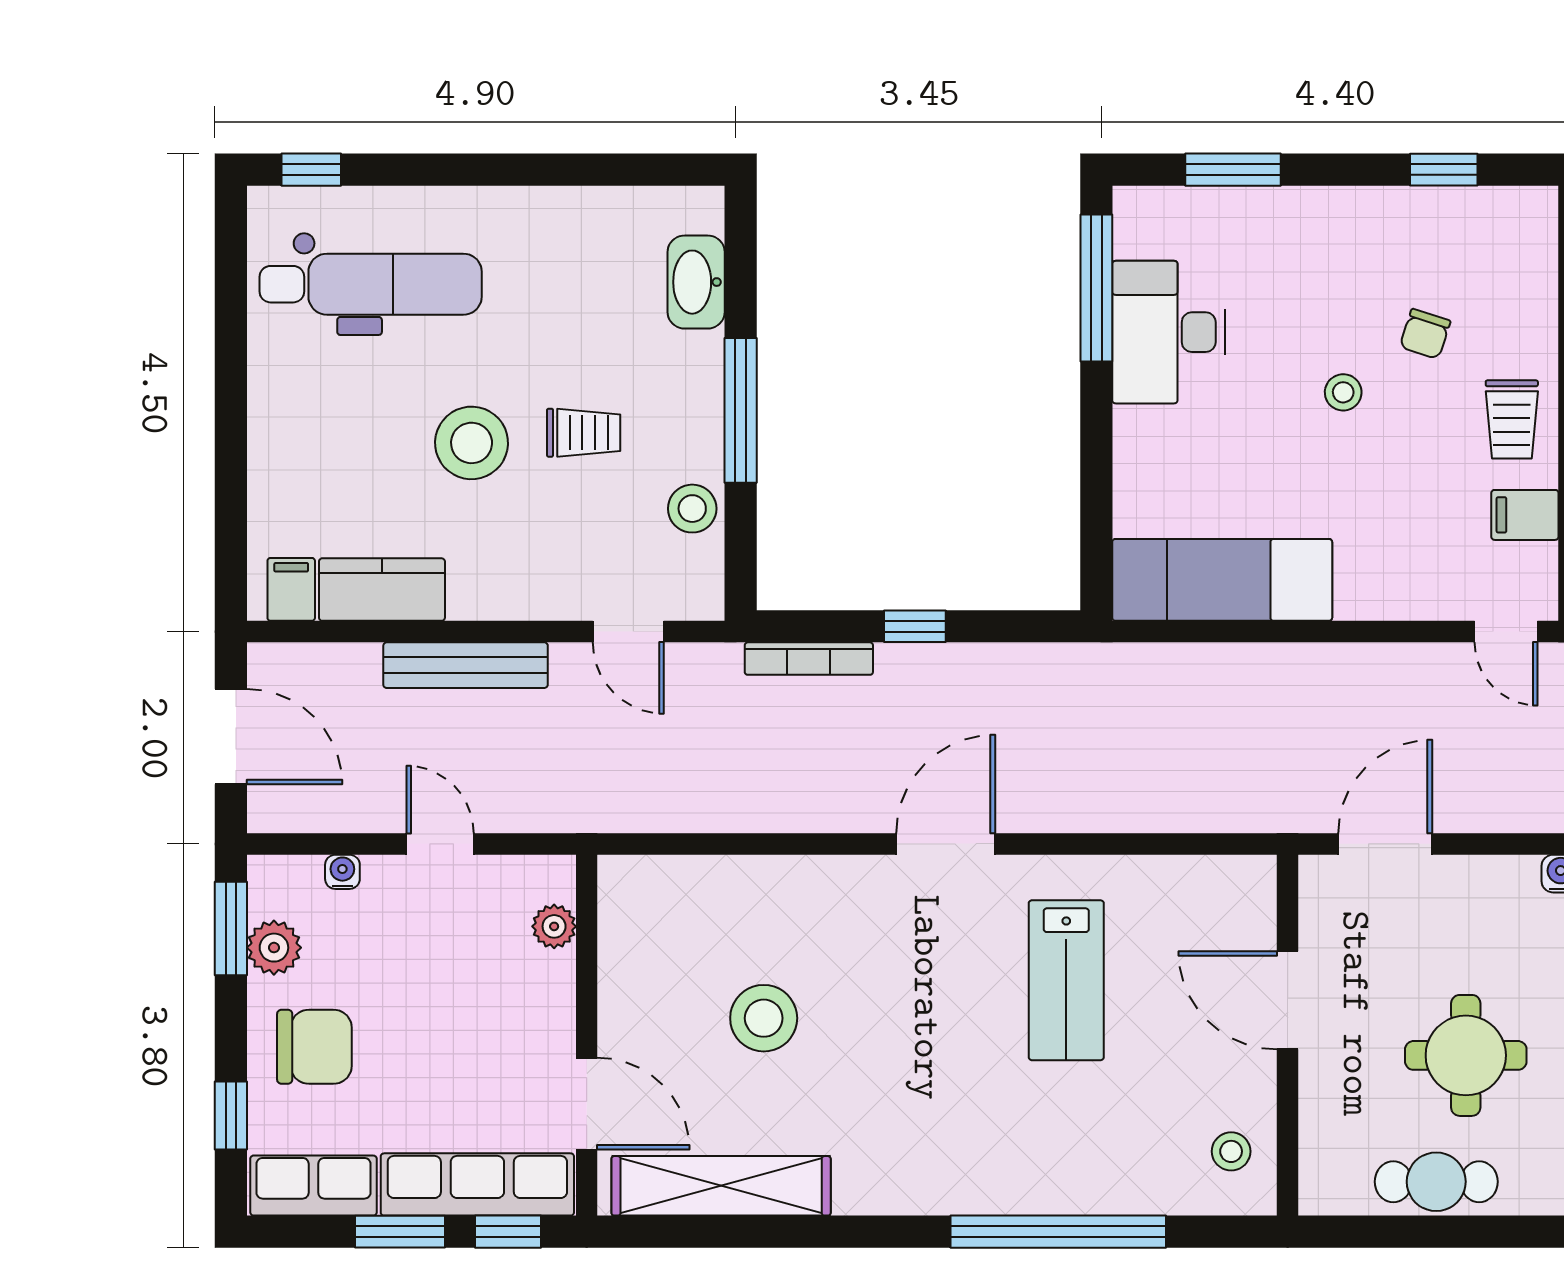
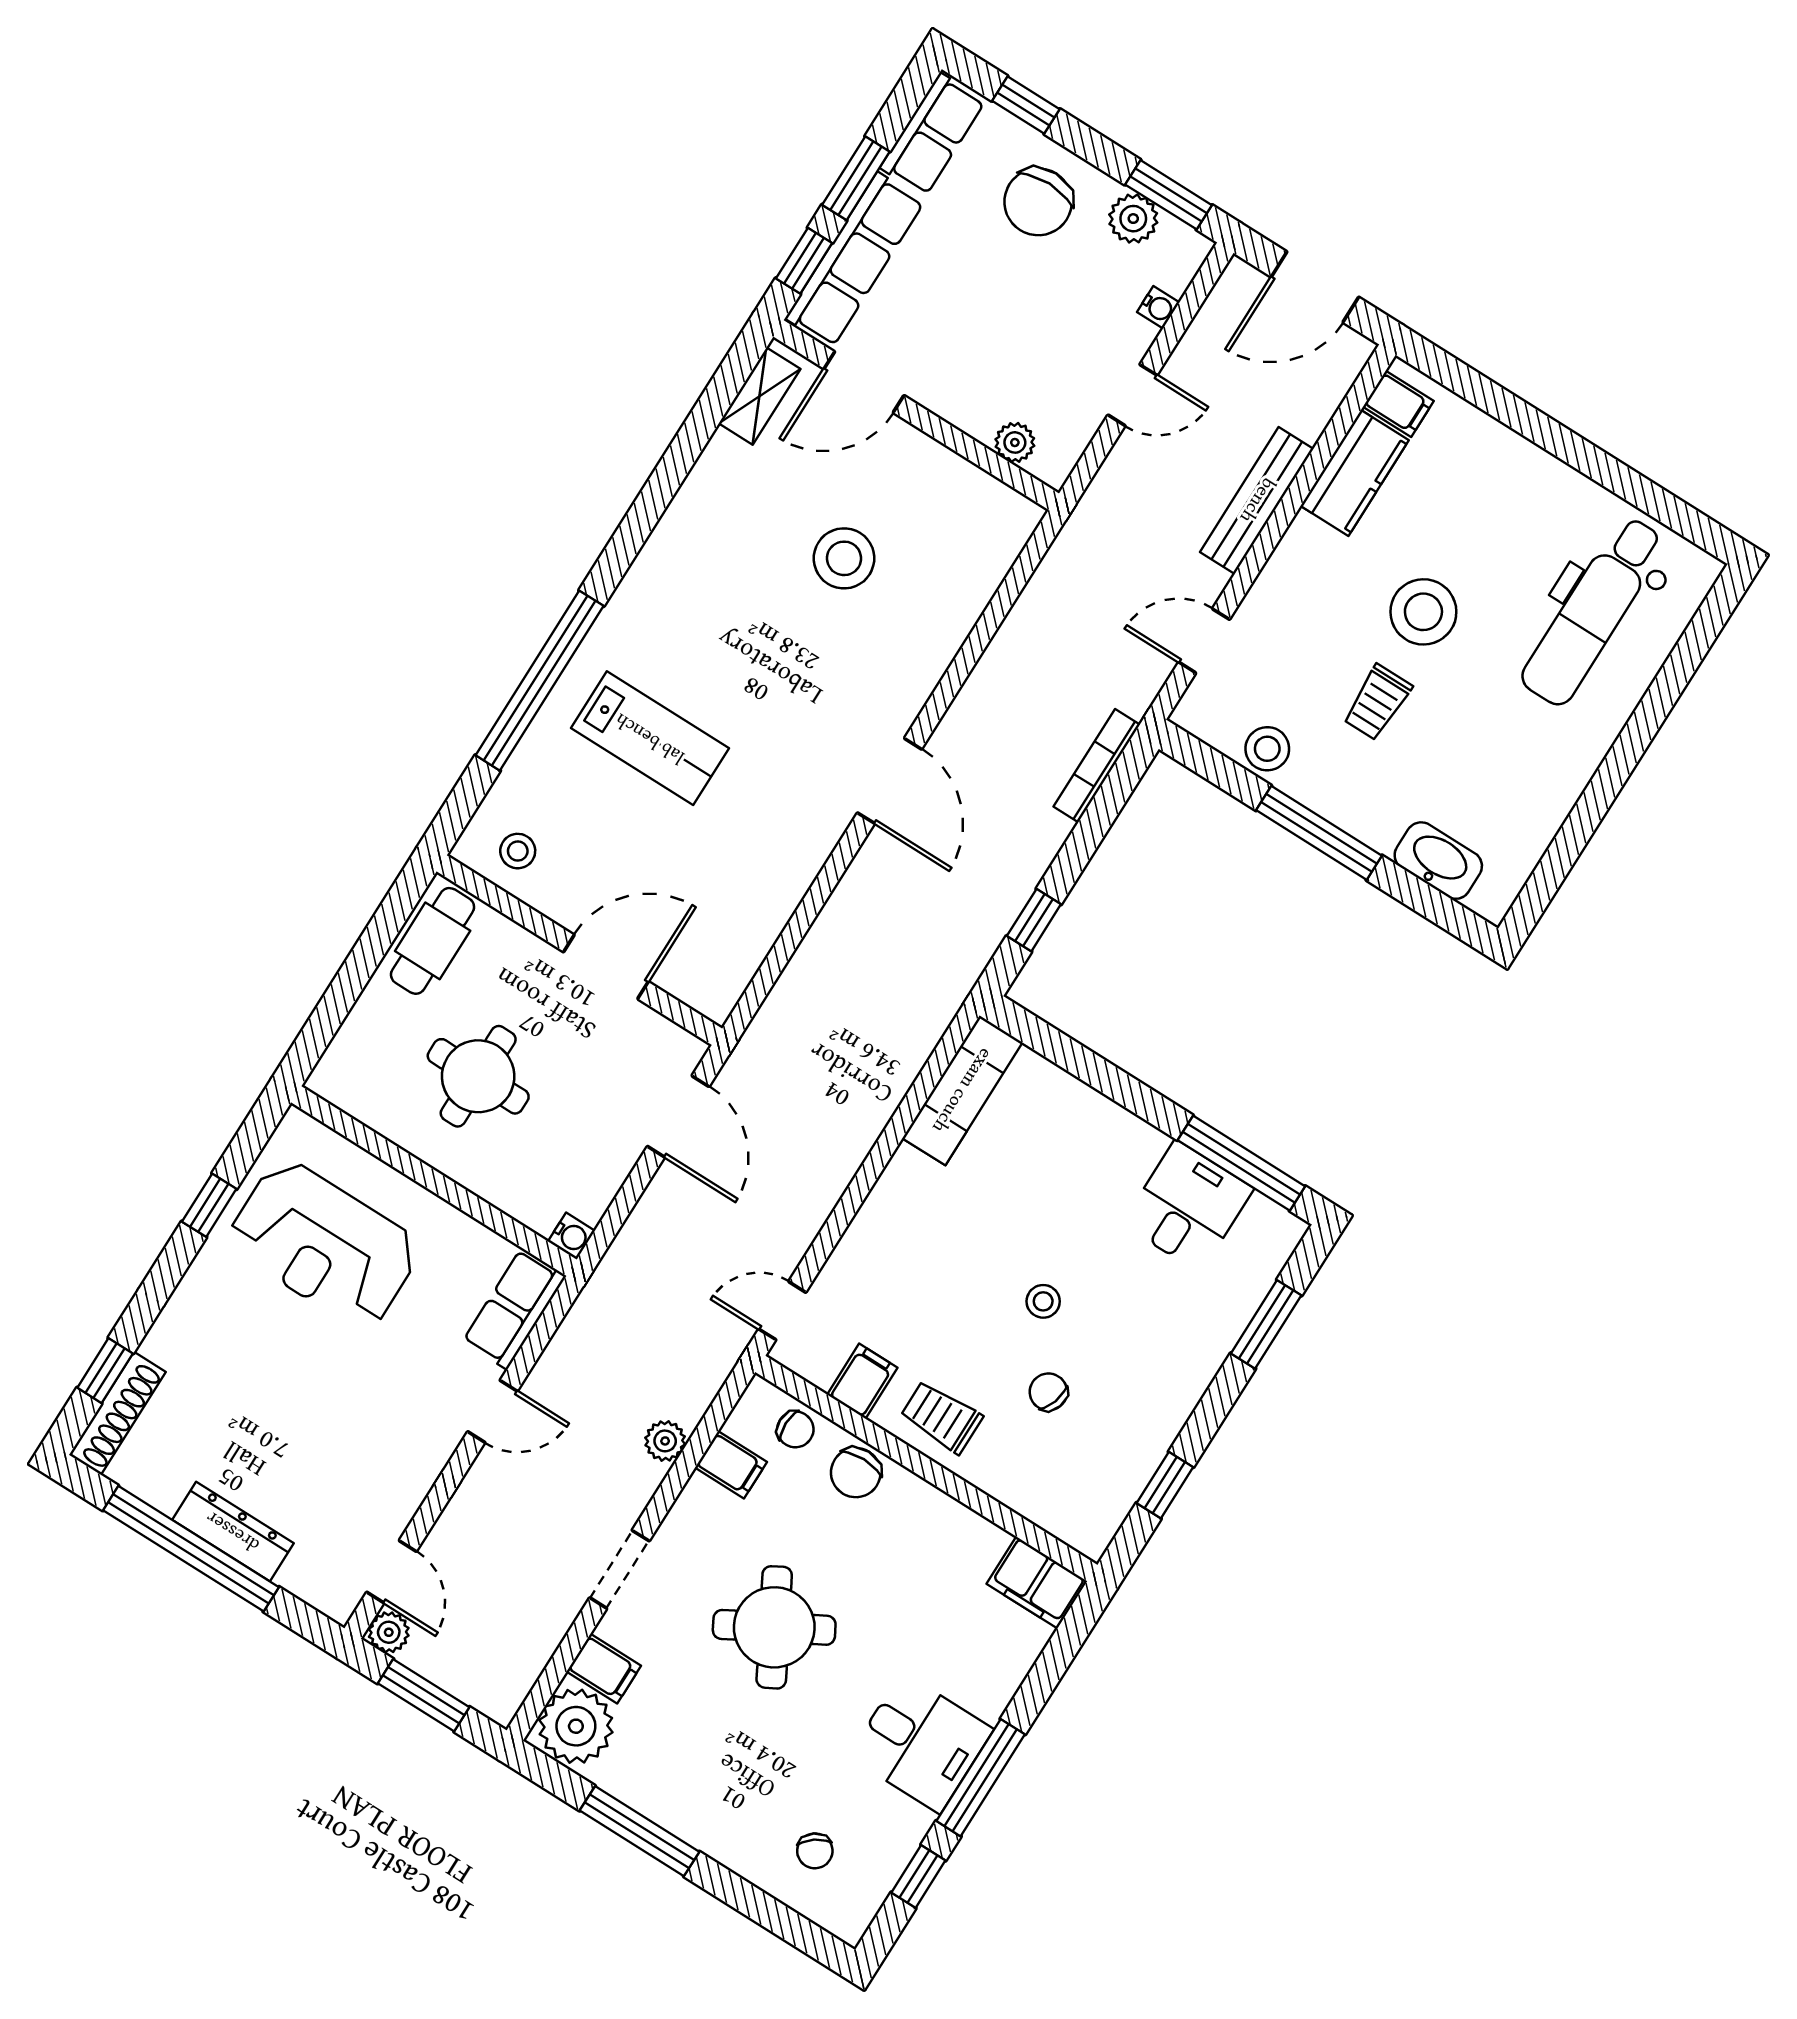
window: (311, 170) -> (1709, 621), removed
desk: (1168, 332) -> (1188, 1206), width x0.73
exam couch: (1222, 580) -> (962, 1090), width x0.73, depth x0.69
window: (915, 626) -> (1034, 920), moved
lab bench: (1066, 980) -> (650, 738), moved, turned 180
cafe table: (1436, 1182) -> (433, 941), moved
shelving: (721, 1186) -> (760, 396), width x0.45, depth x0.75

